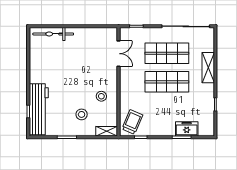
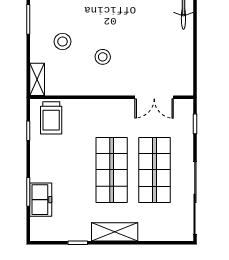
shelving: (208, 68) -> (115, 232), moved
stool: (101, 96) -> (103, 57), moved
trolley: (132, 122) -> (51, 118), turned 67

